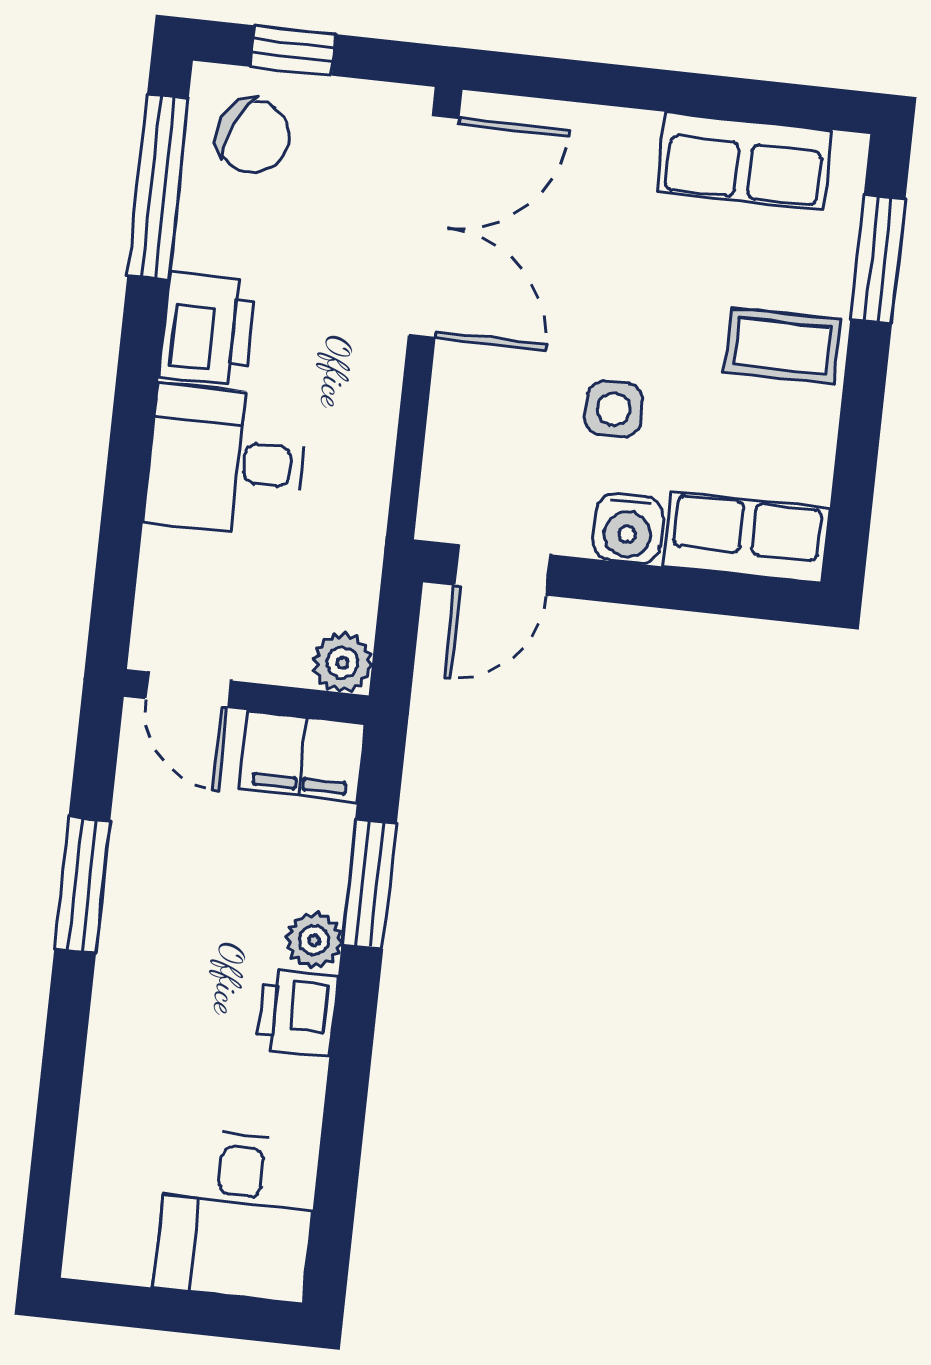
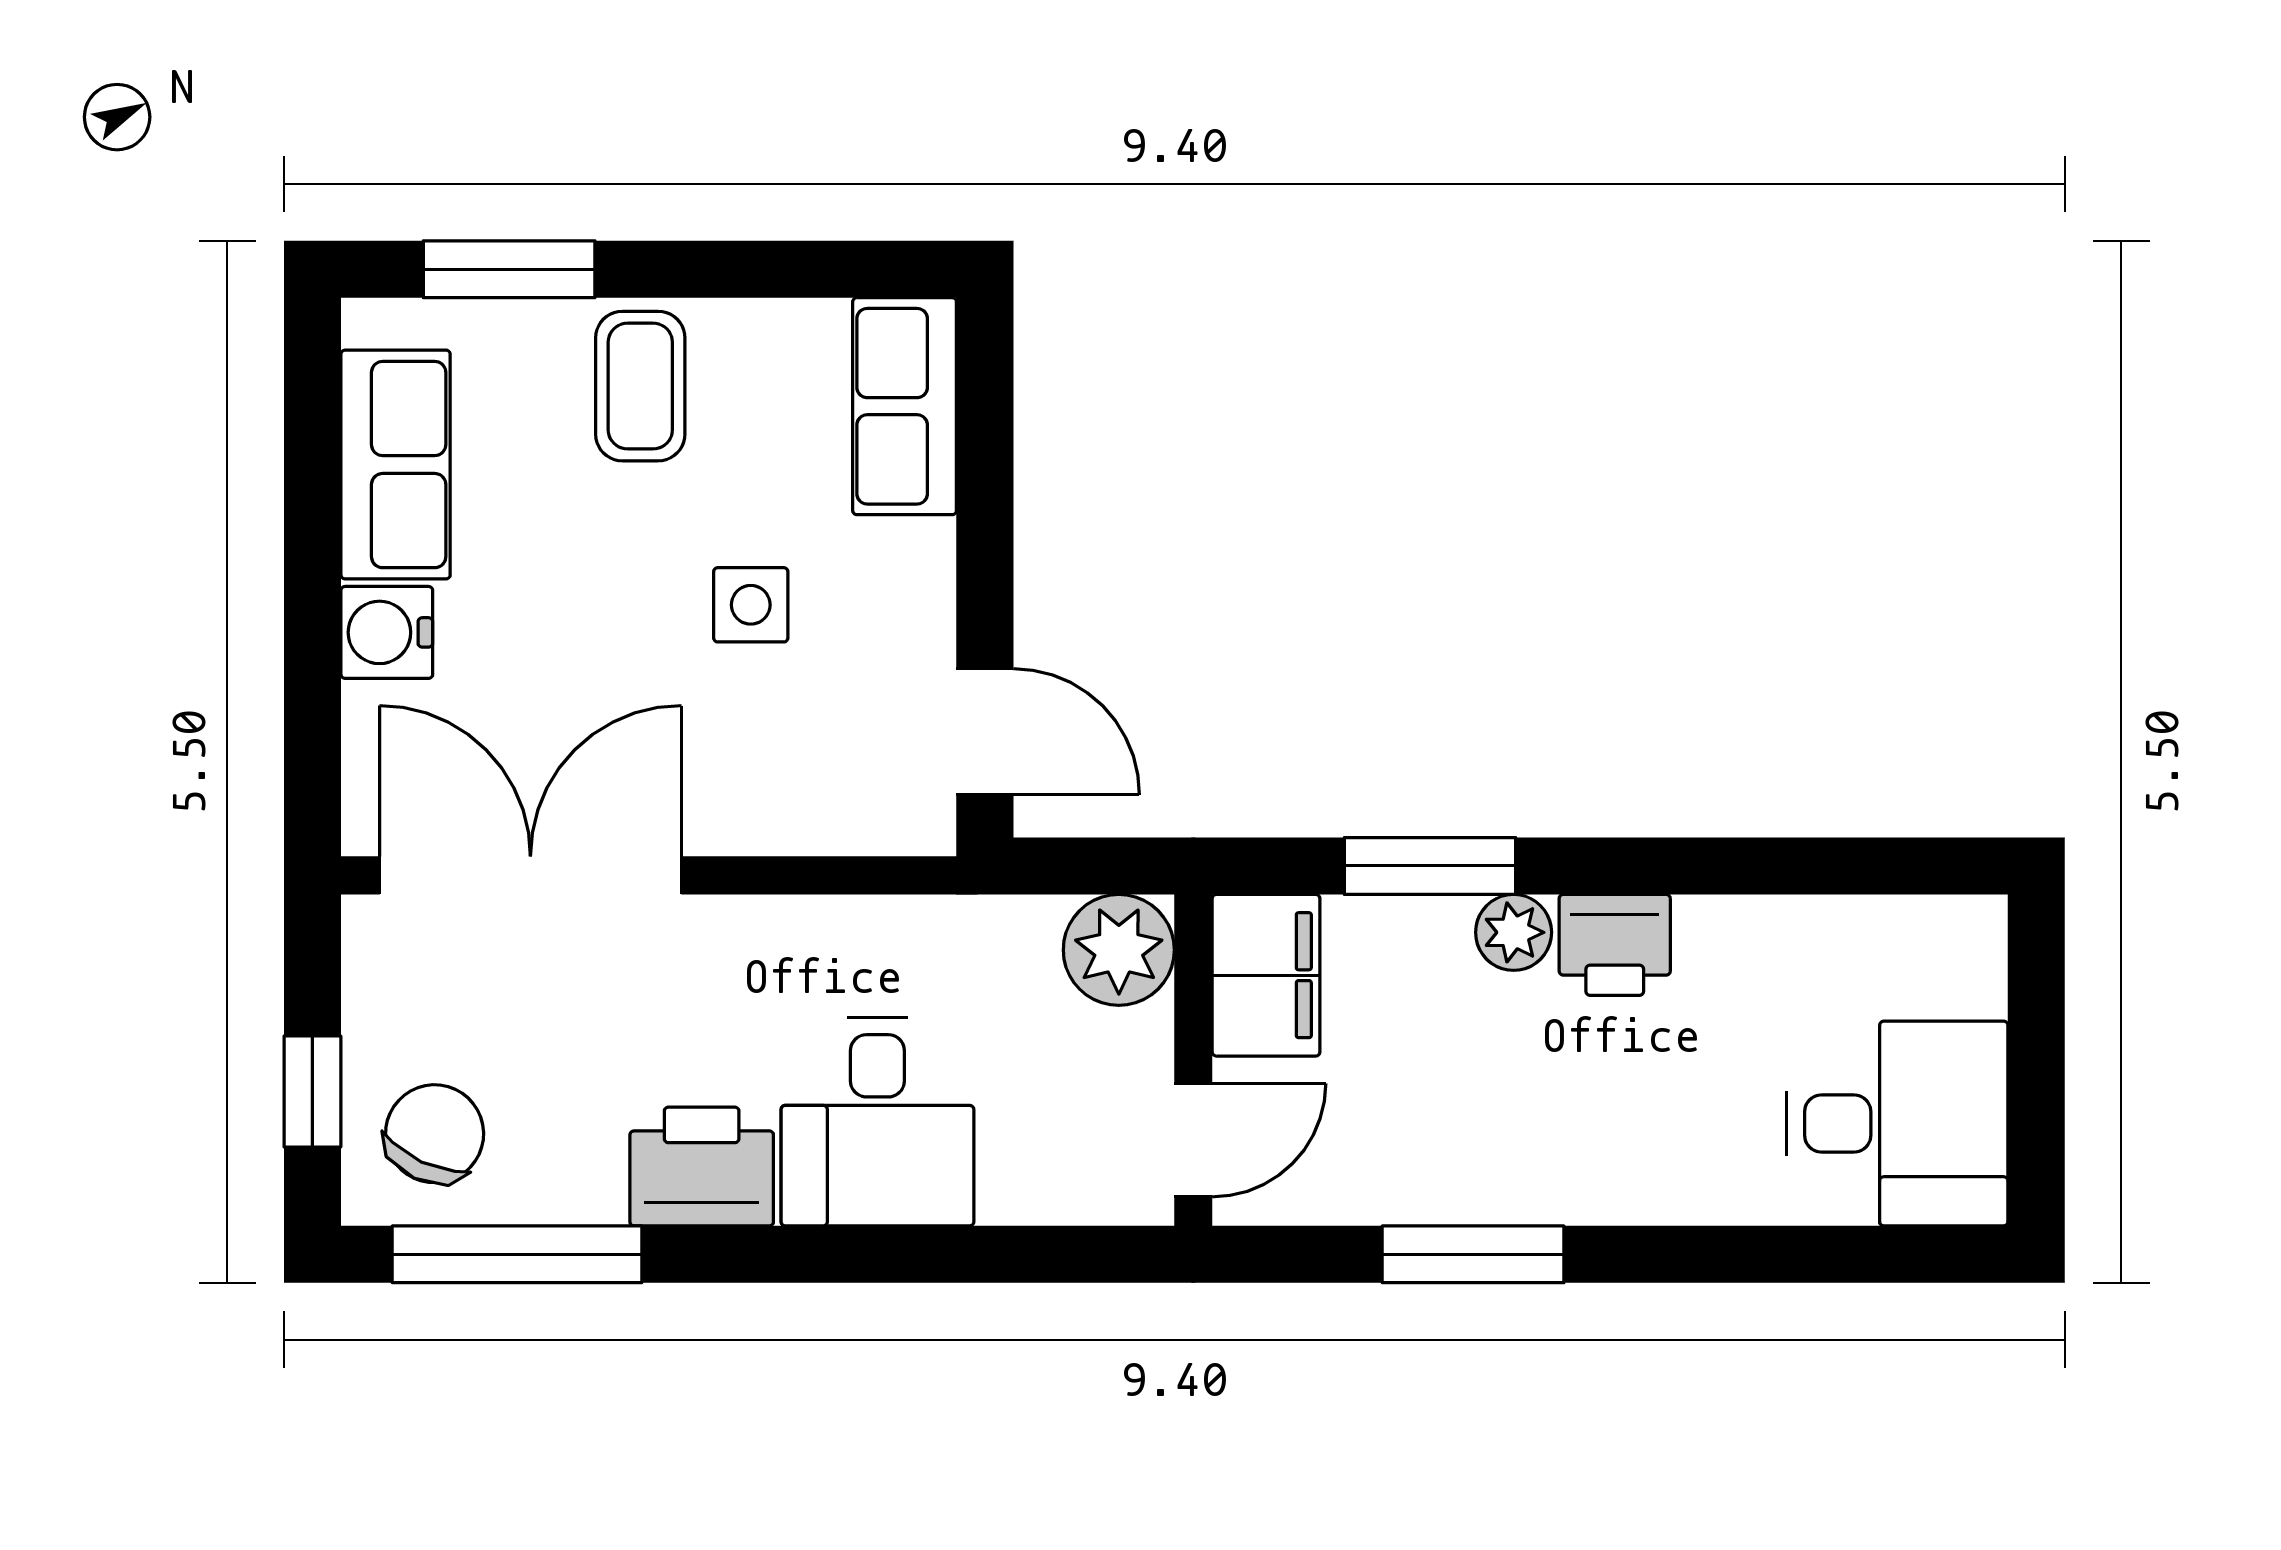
water cooler: (628, 529) -> (387, 632), moved, turned 180
plant: (342, 663) -> (1119, 950), width x1.38, depth x1.38
desk: (237, 1215) -> (1897, 1123), moved

